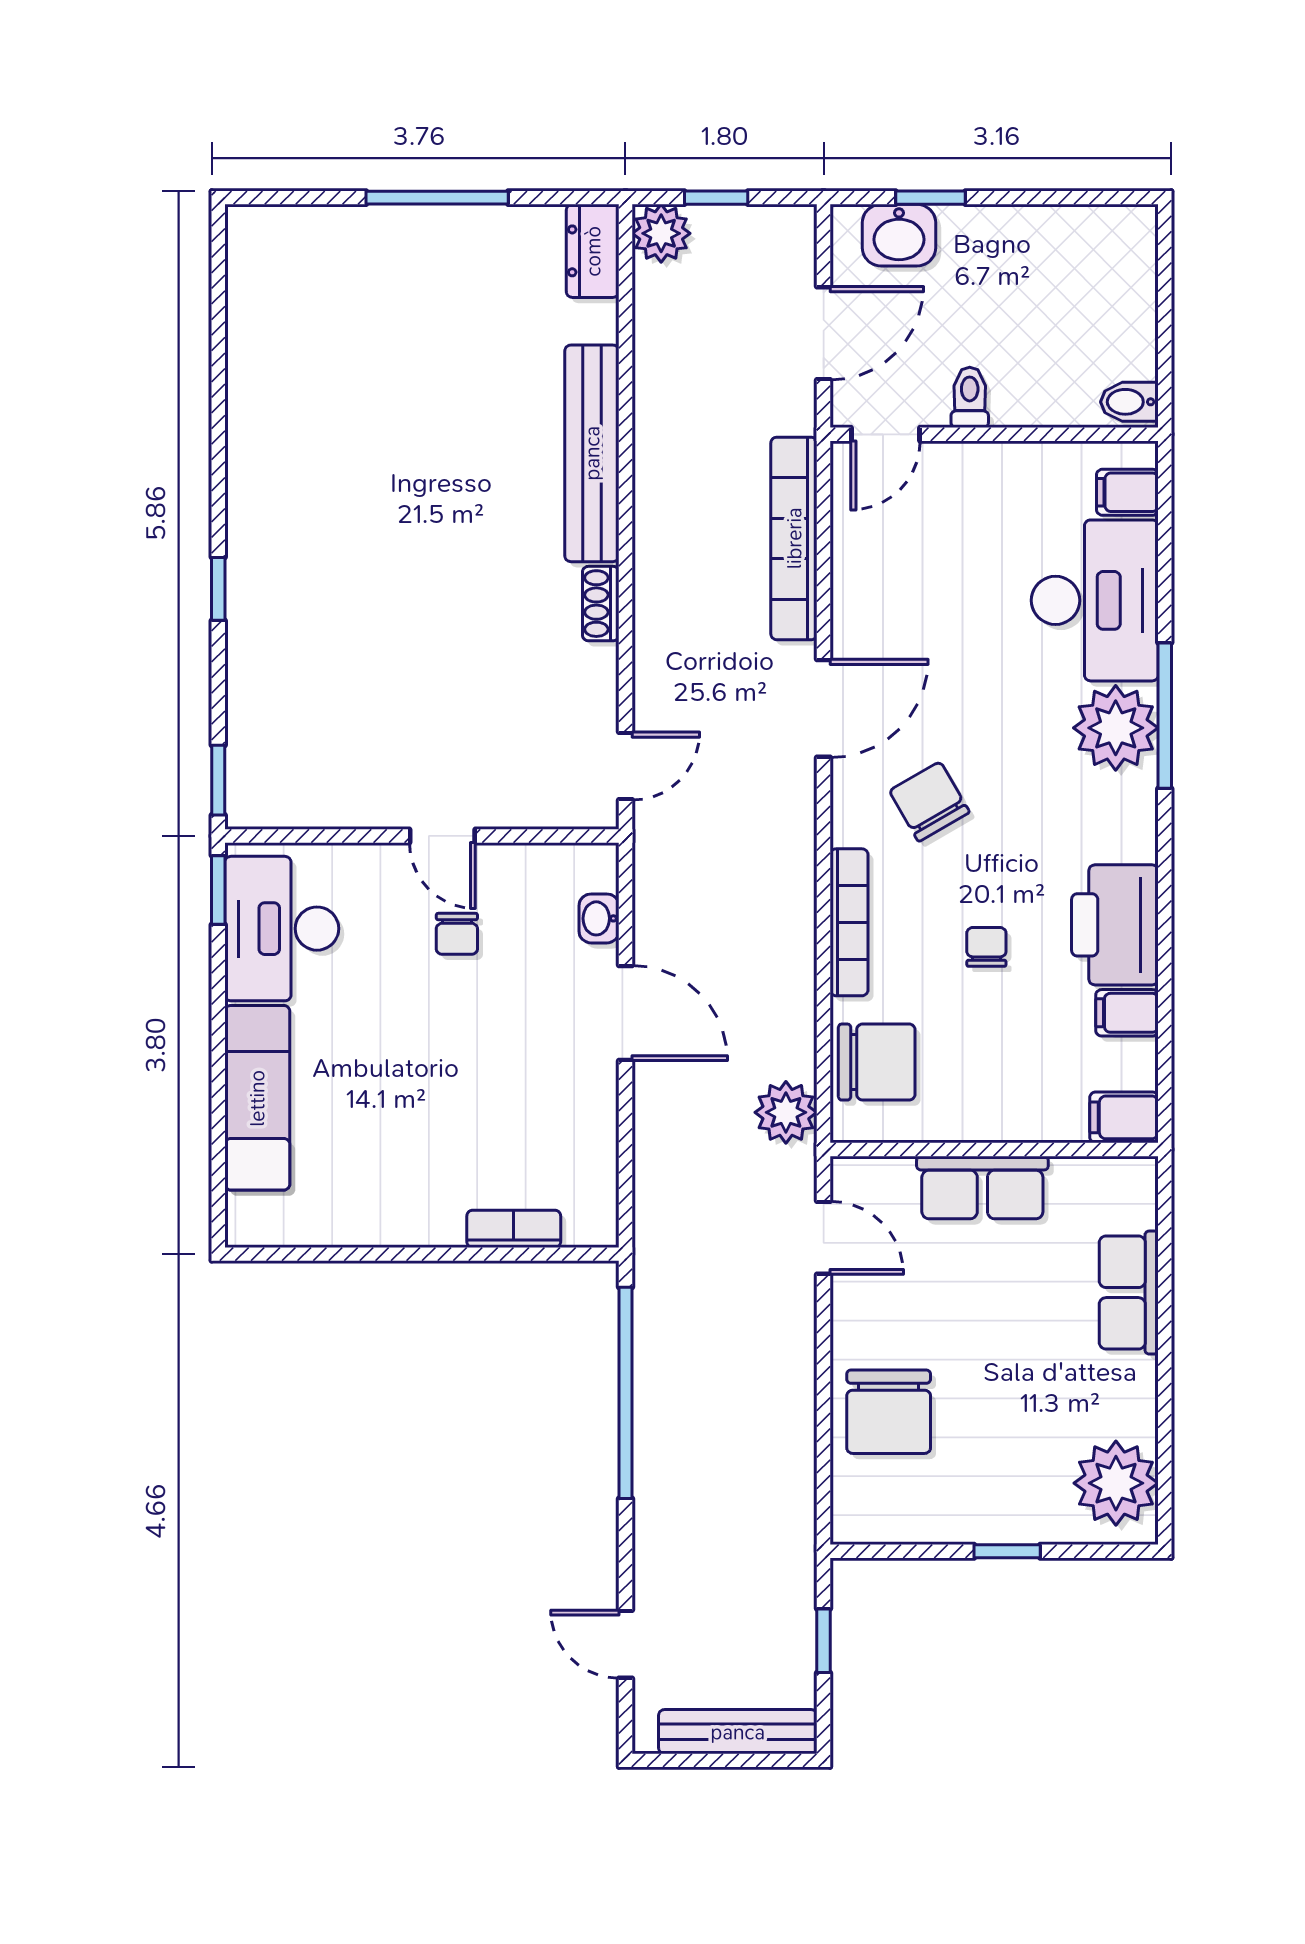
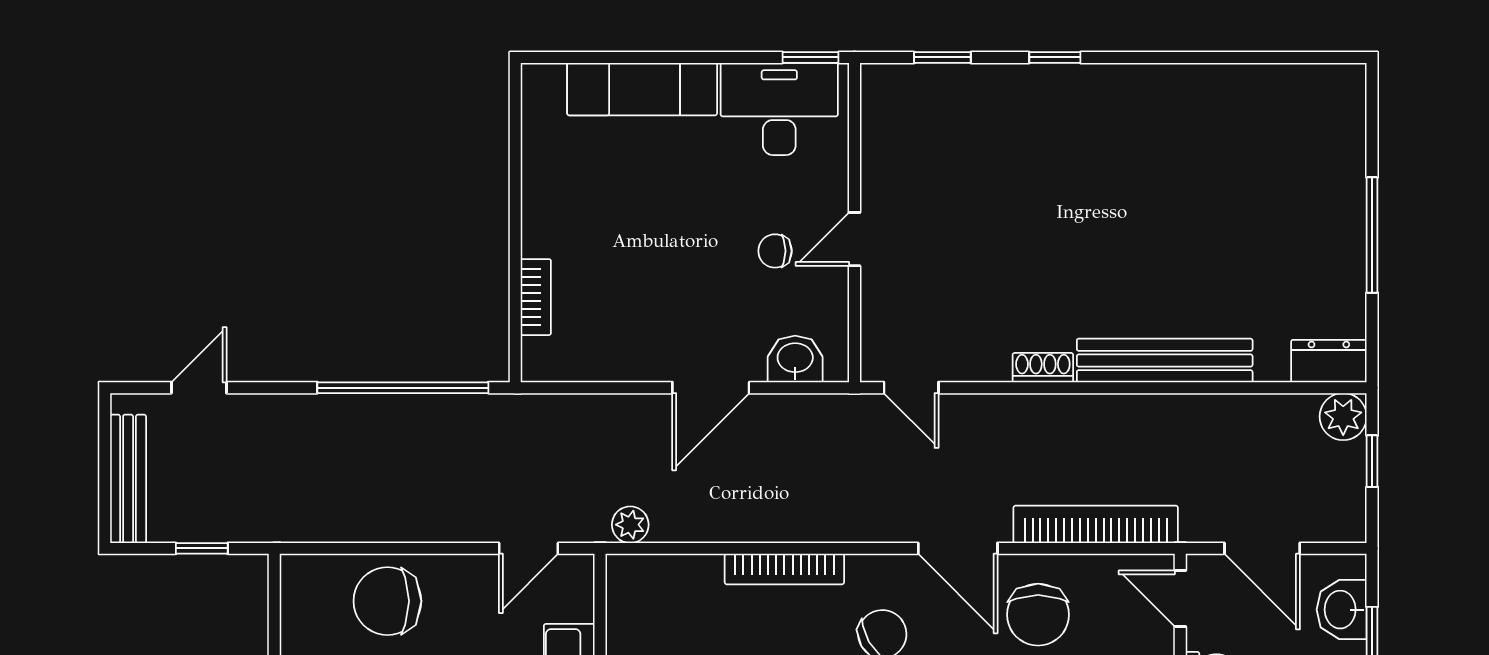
window: (218, 780) -> (942, 57), moved
washbasin: (599, 918) -> (795, 359), width x1.38, depth x1.45
chair: (877, 1062) -> (1038, 615), moved
plant: (786, 1112) -> (630, 525), width x0.73, depth x0.73

